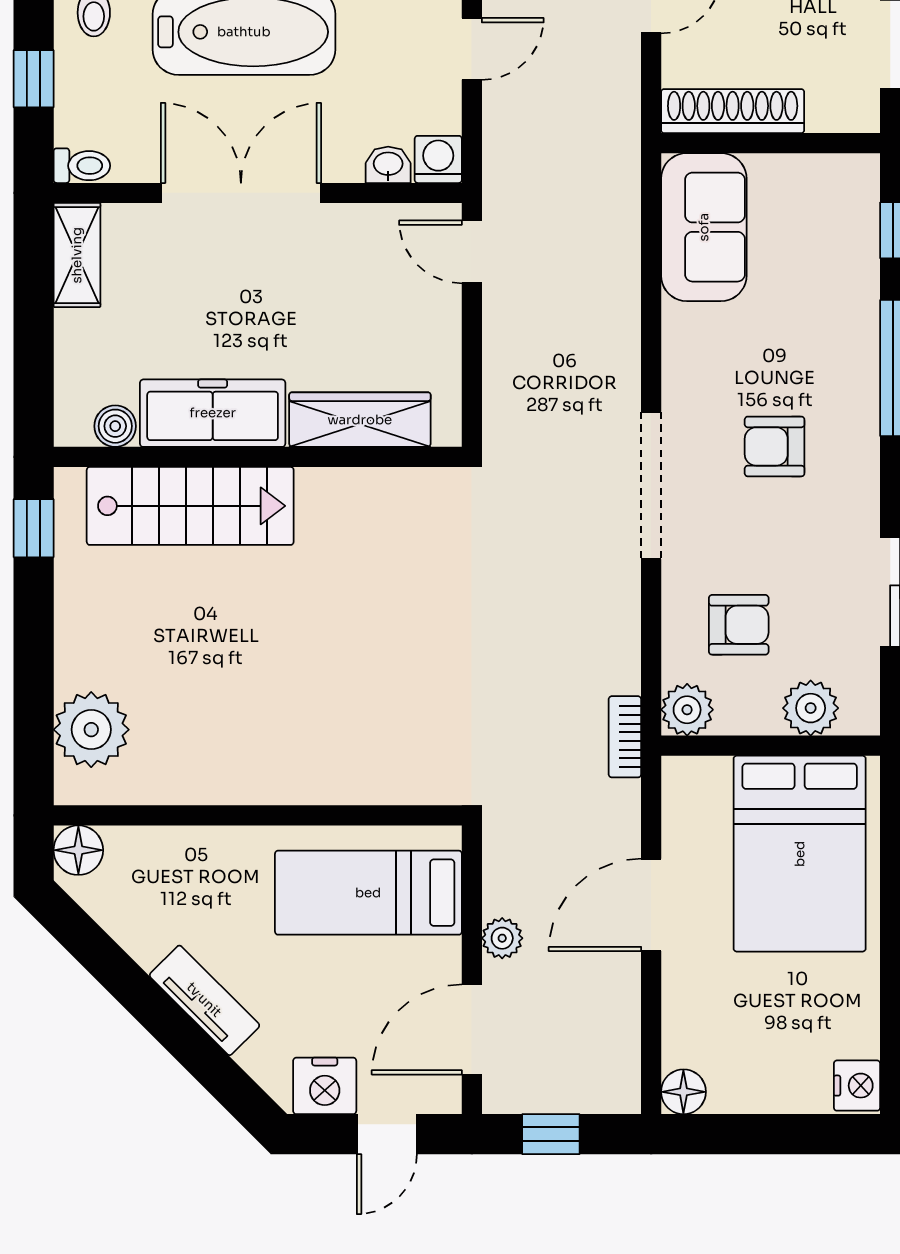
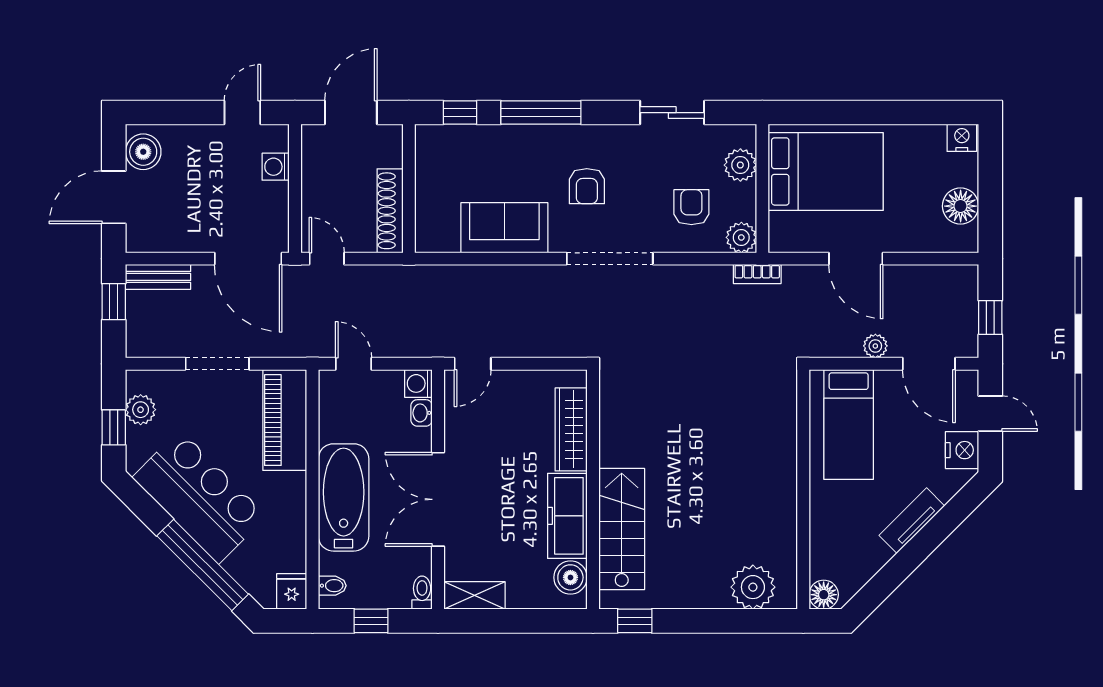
sofa: (704, 227) -> (504, 228), moved
boiler: (115, 426) -> (570, 577), width x1.36, depth x1.36
floor lamp: (683, 1092) -> (961, 206), moved, width x1.38, depth x1.38

